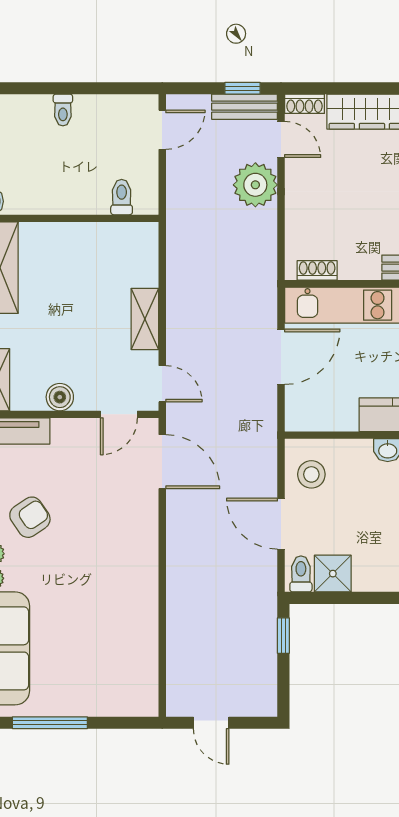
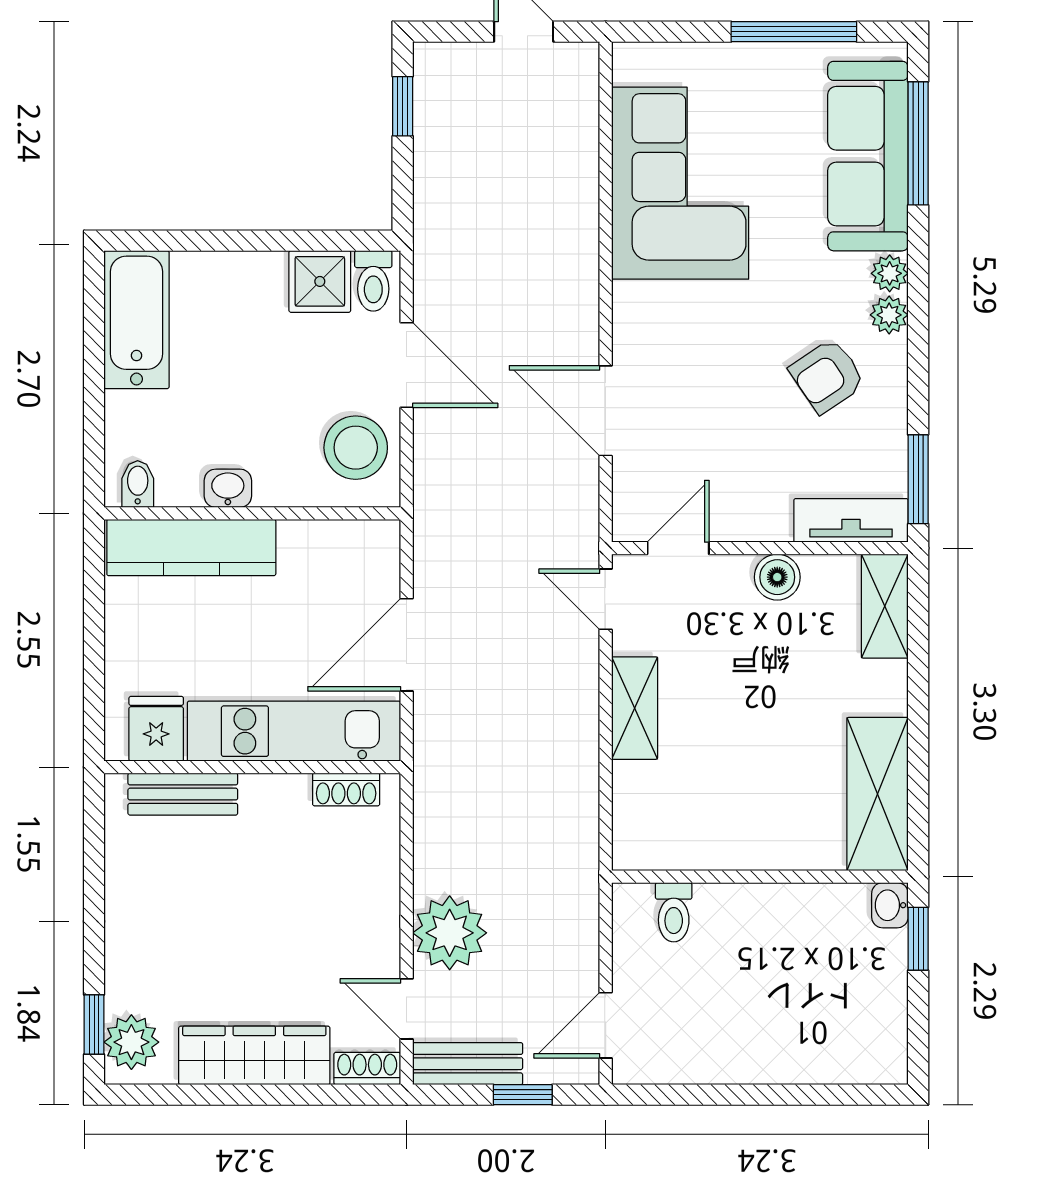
window: (243, 88) -> (523, 1095), moved
toilet: (63, 110) -> (772, 1058), removed
door: (162, 462) -> (606, 411), moved
stool: (311, 474) -> (356, 448), width x1.38, depth x1.38
corner sofa: (118, 632) -> (680, 183), added
window: (283, 636) -> (403, 106), moved

